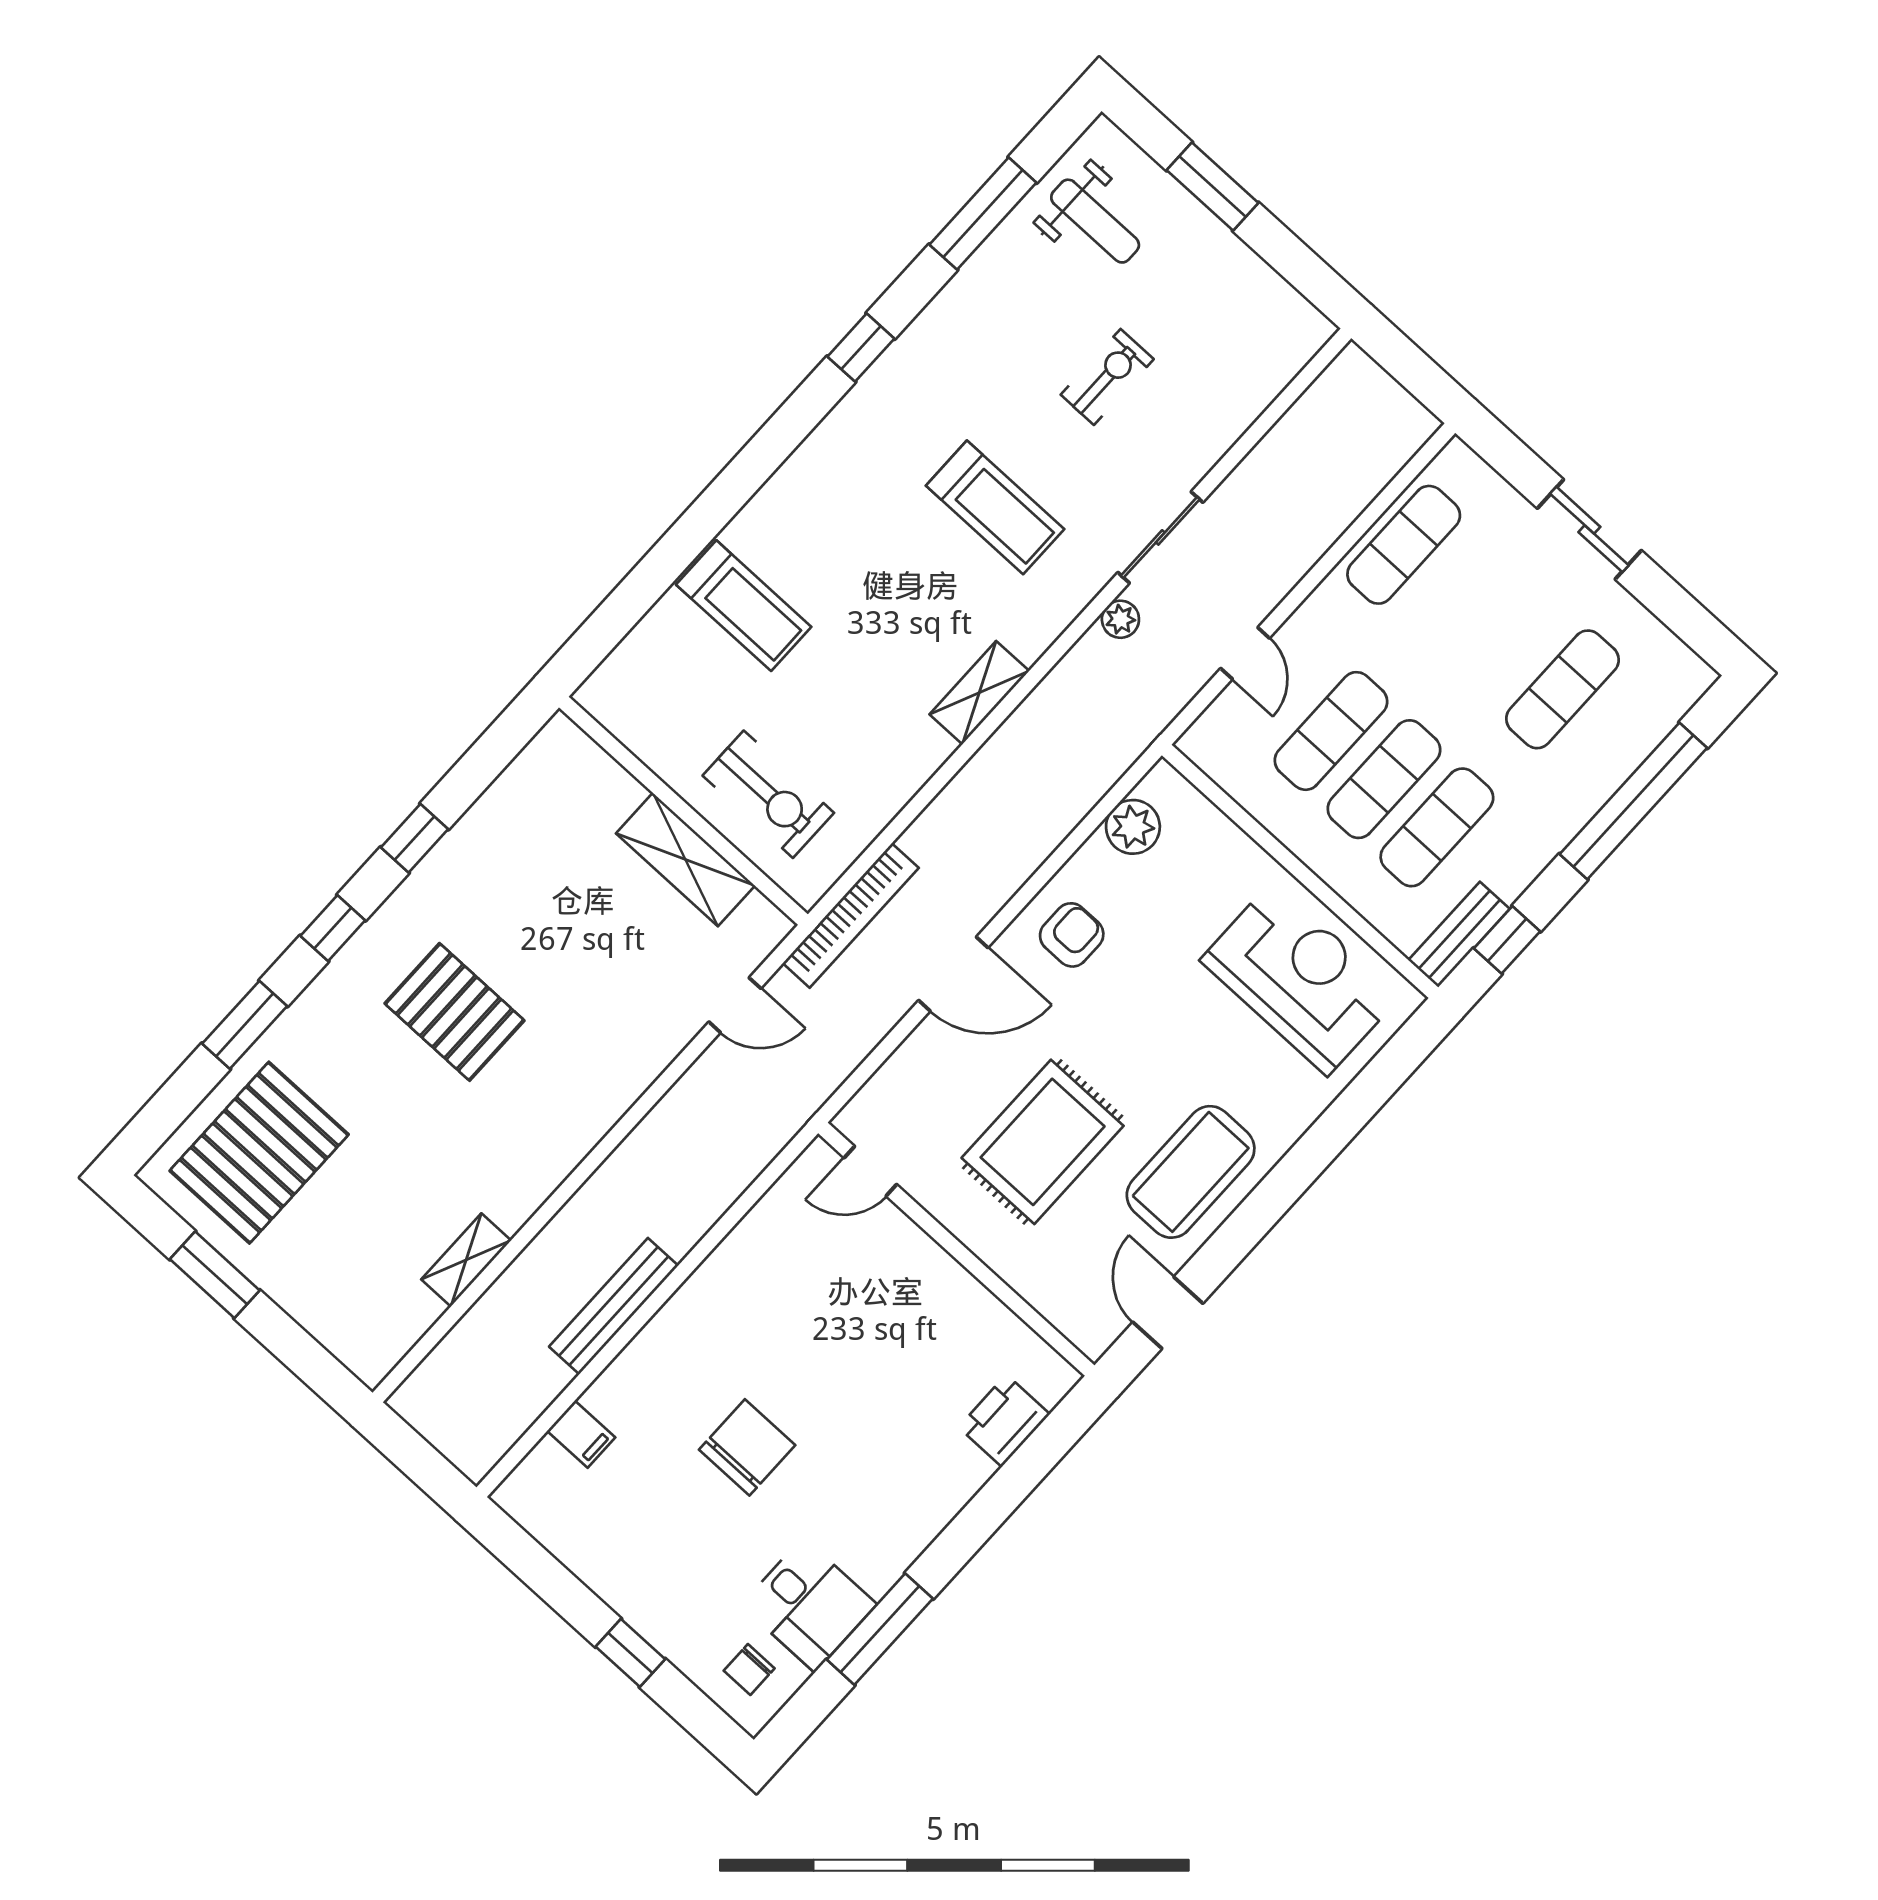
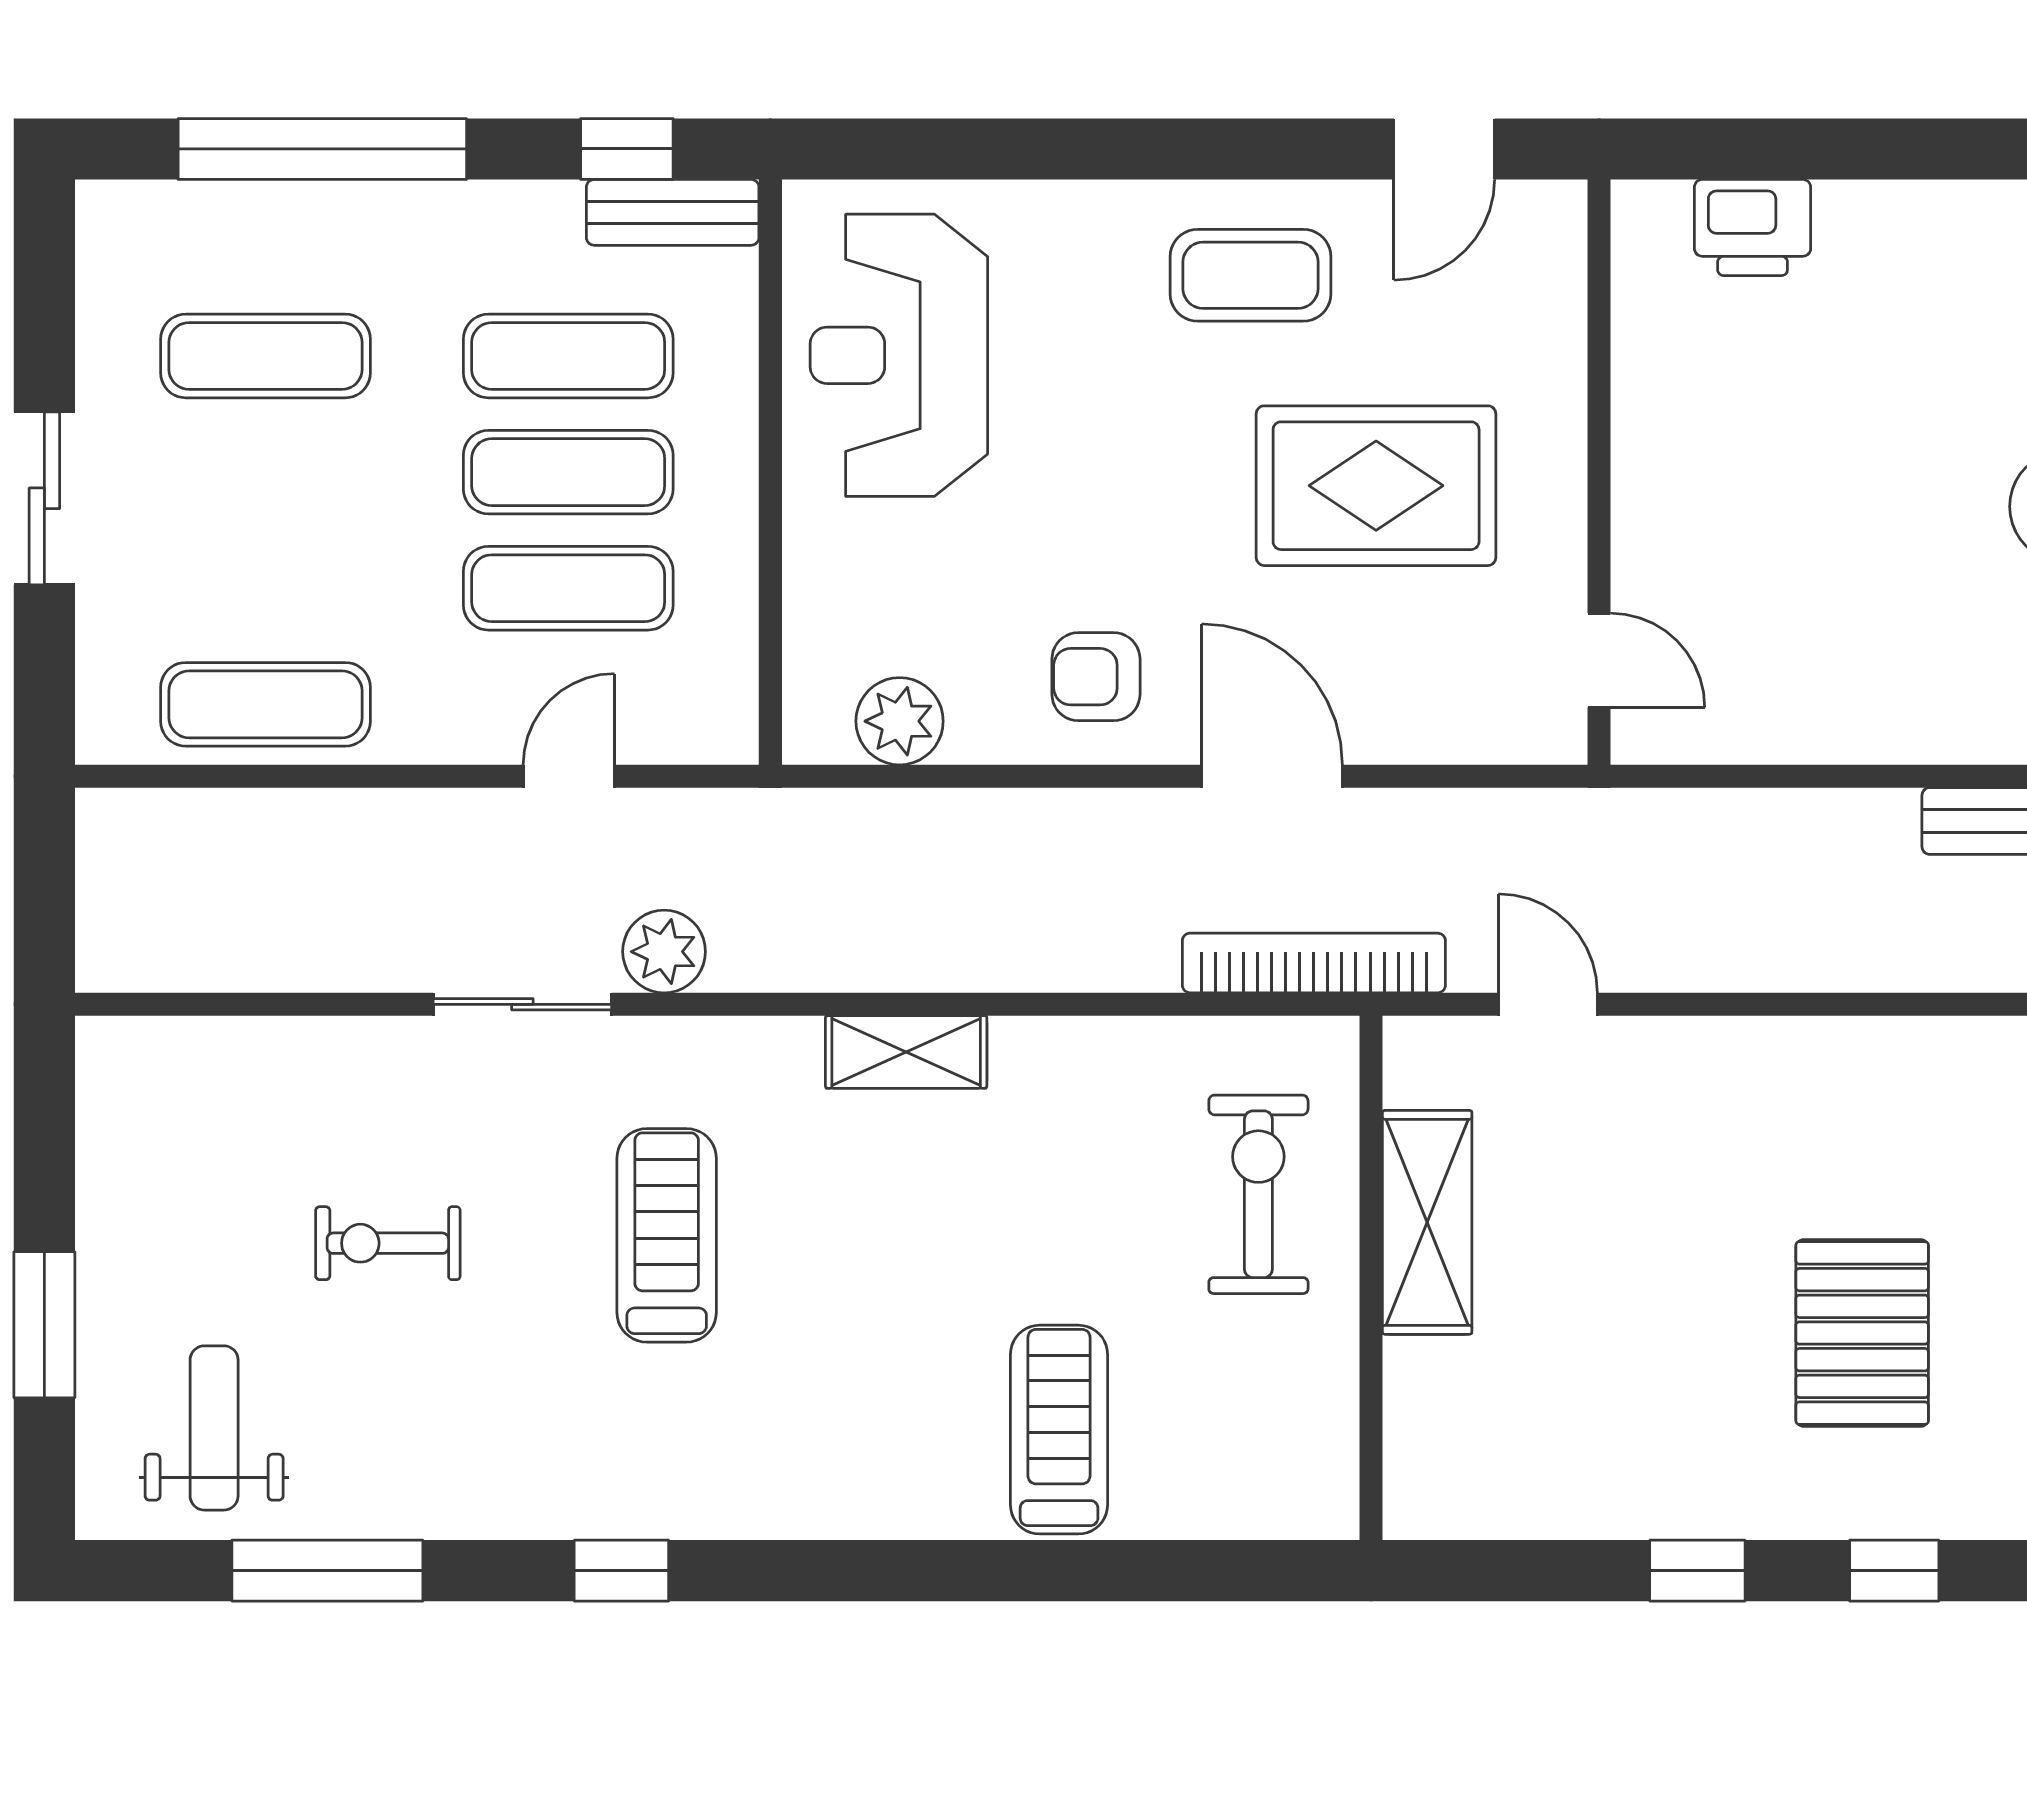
plant: (1120, 619) -> (664, 952), width x1.38, depth x1.38
coffee table: (1191, 1172) -> (1251, 275), width x0.73, depth x0.76

